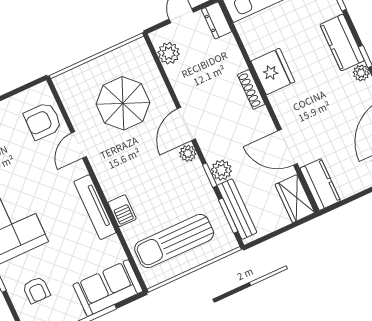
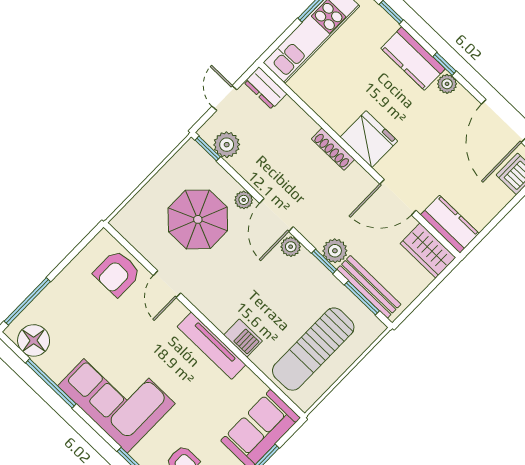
window: (153, 50) -> (208, 148), added
fridge: (273, 72) -> (369, 139), moved
plant: (165, 102) -> (244, 200), added

